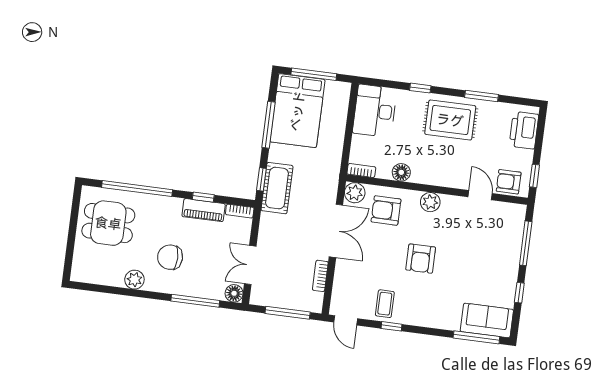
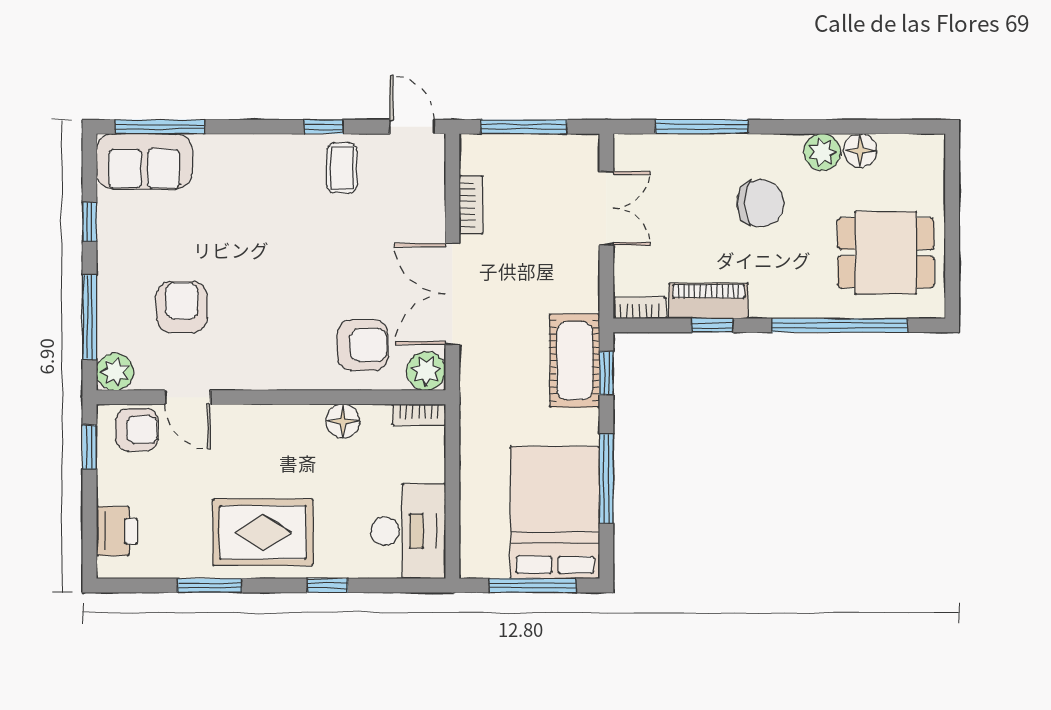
printer: (524, 130) -> (117, 531), width x0.73, depth x0.84
plant: (430, 202) -> (115, 372), moved
armchair: (421, 259) -> (182, 307), moved
floor lamp: (234, 293) -> (860, 151), moved

